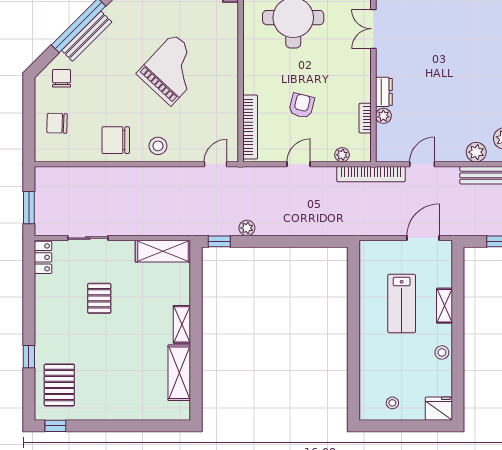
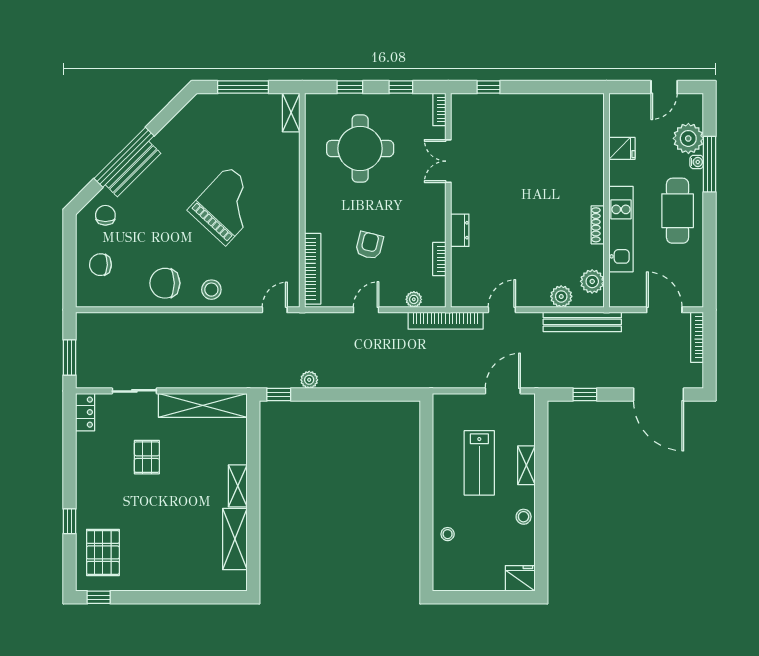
plant: (383, 116) -> (459, 257), removed
shelving: (163, 251) -> (203, 405), width x1.47
stool: (392, 403) -> (448, 534), moved

